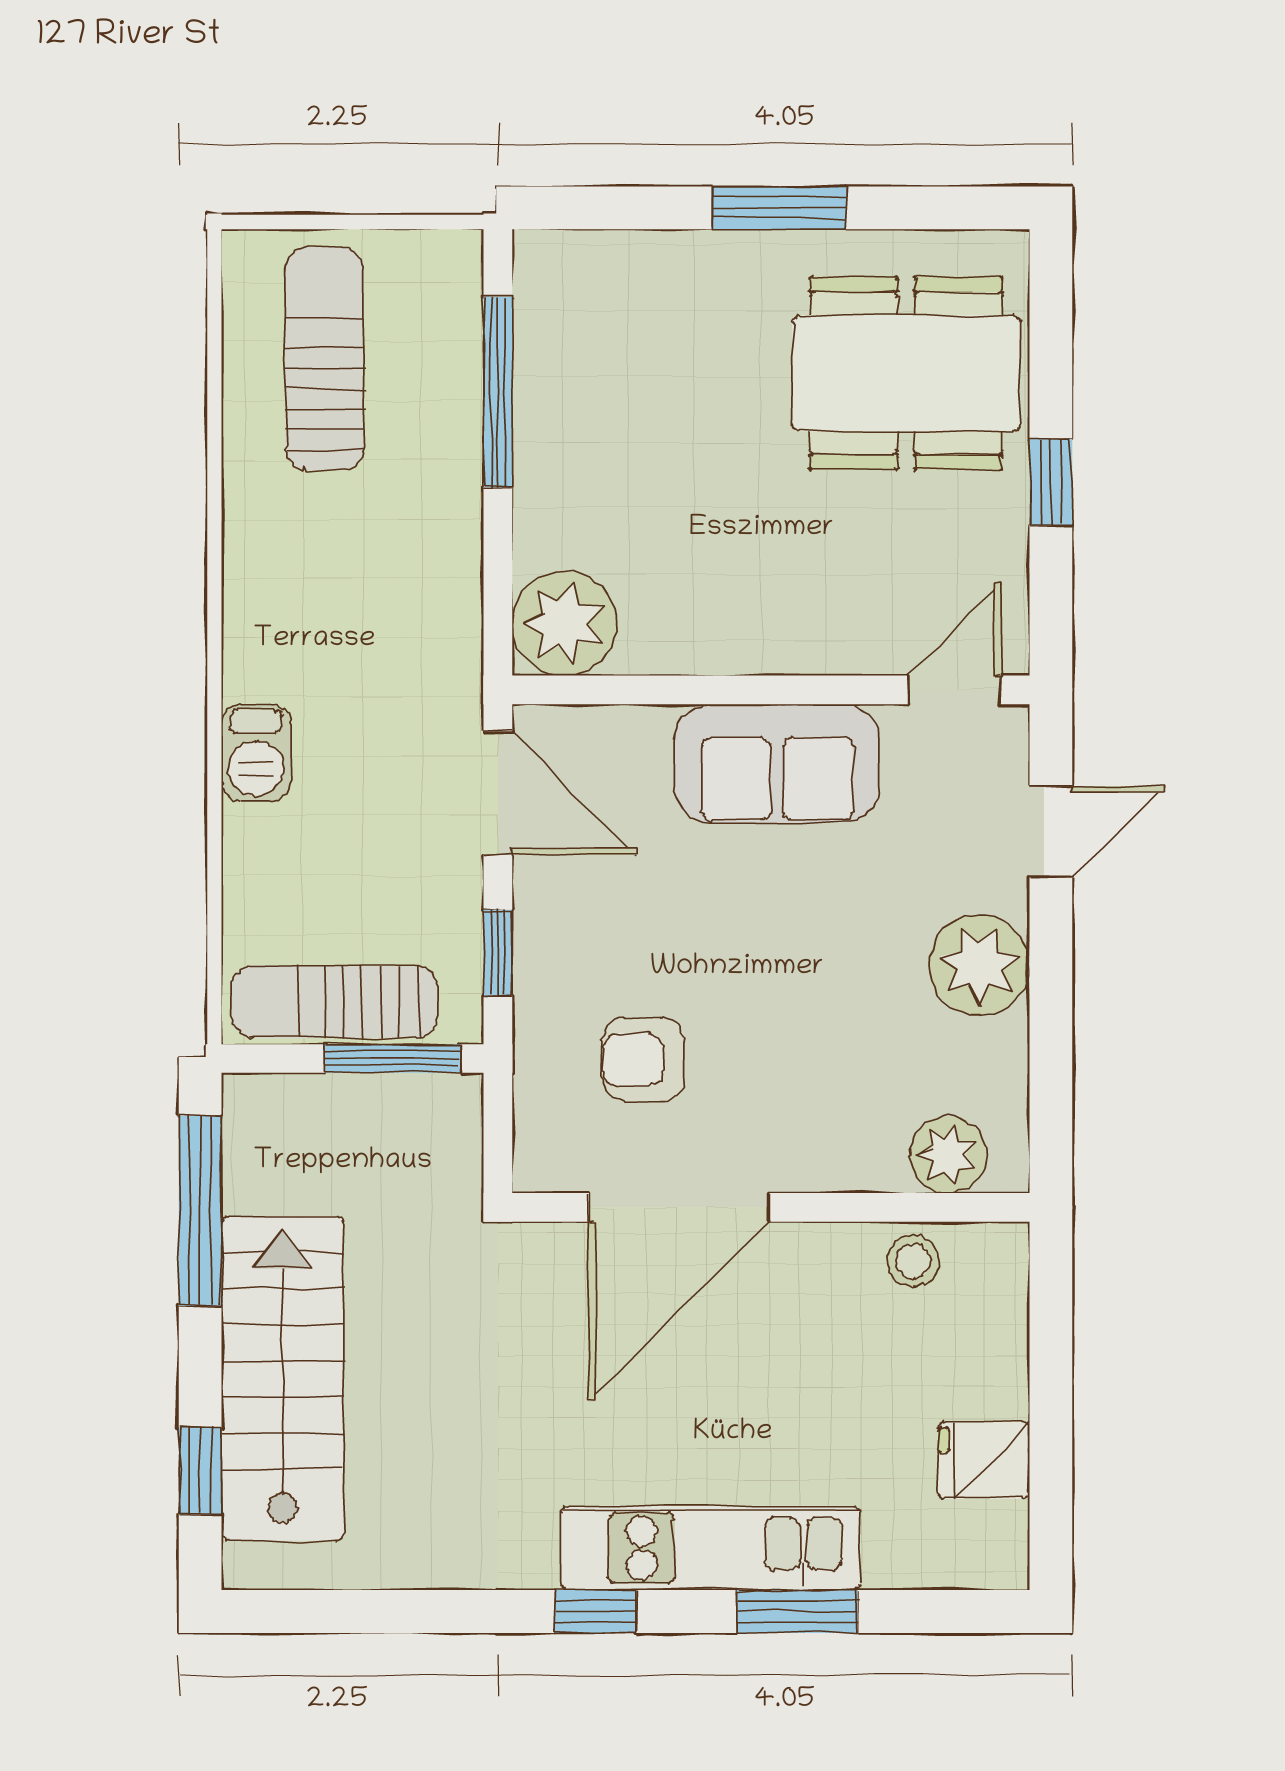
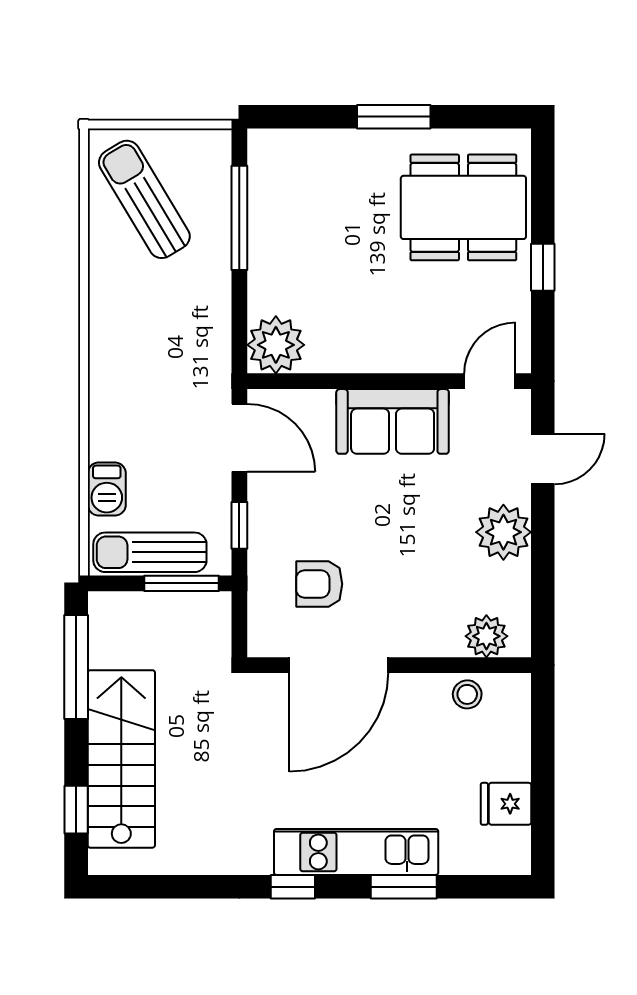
sun lounger: (325, 359) -> (144, 199), turned -31
barbecue: (256, 753) -> (107, 489), moved

